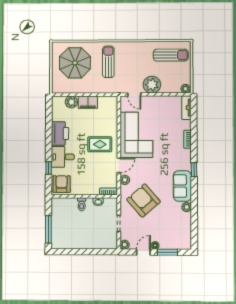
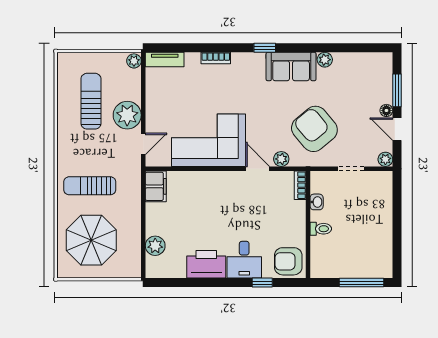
sun lounger: (171, 55) -> (91, 101), moved
filing cabinet: (88, 102) -> (156, 186), moved
rug: (100, 144) -> (224, 200), removed
armchair: (144, 201) -> (314, 129), turned 91

